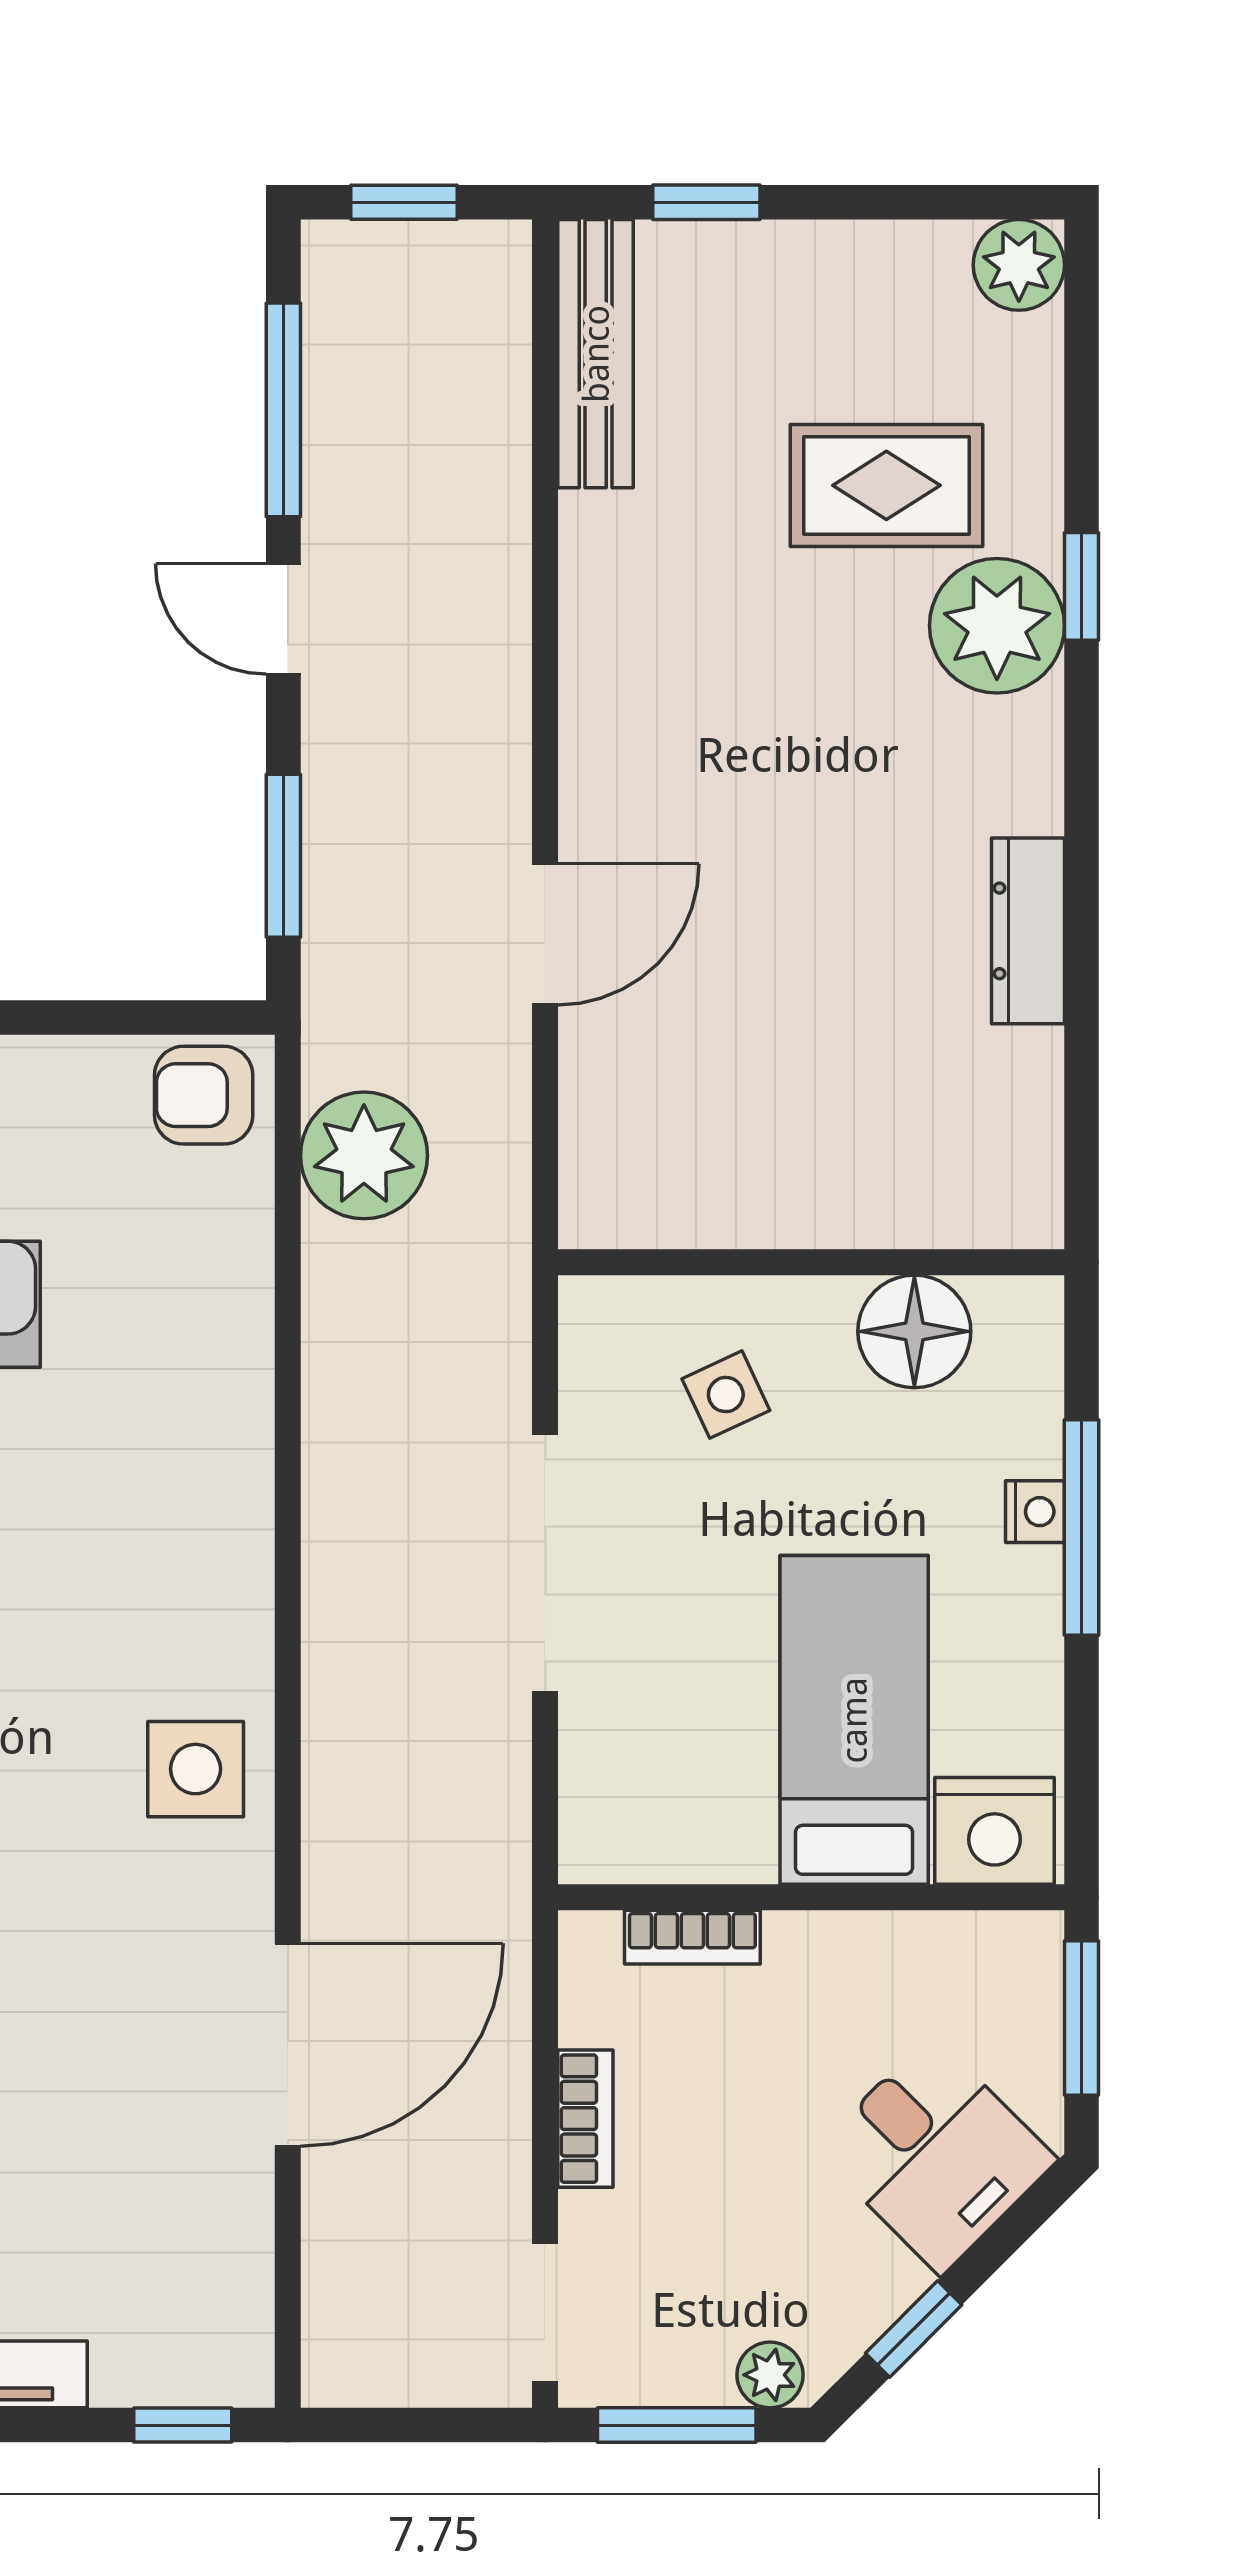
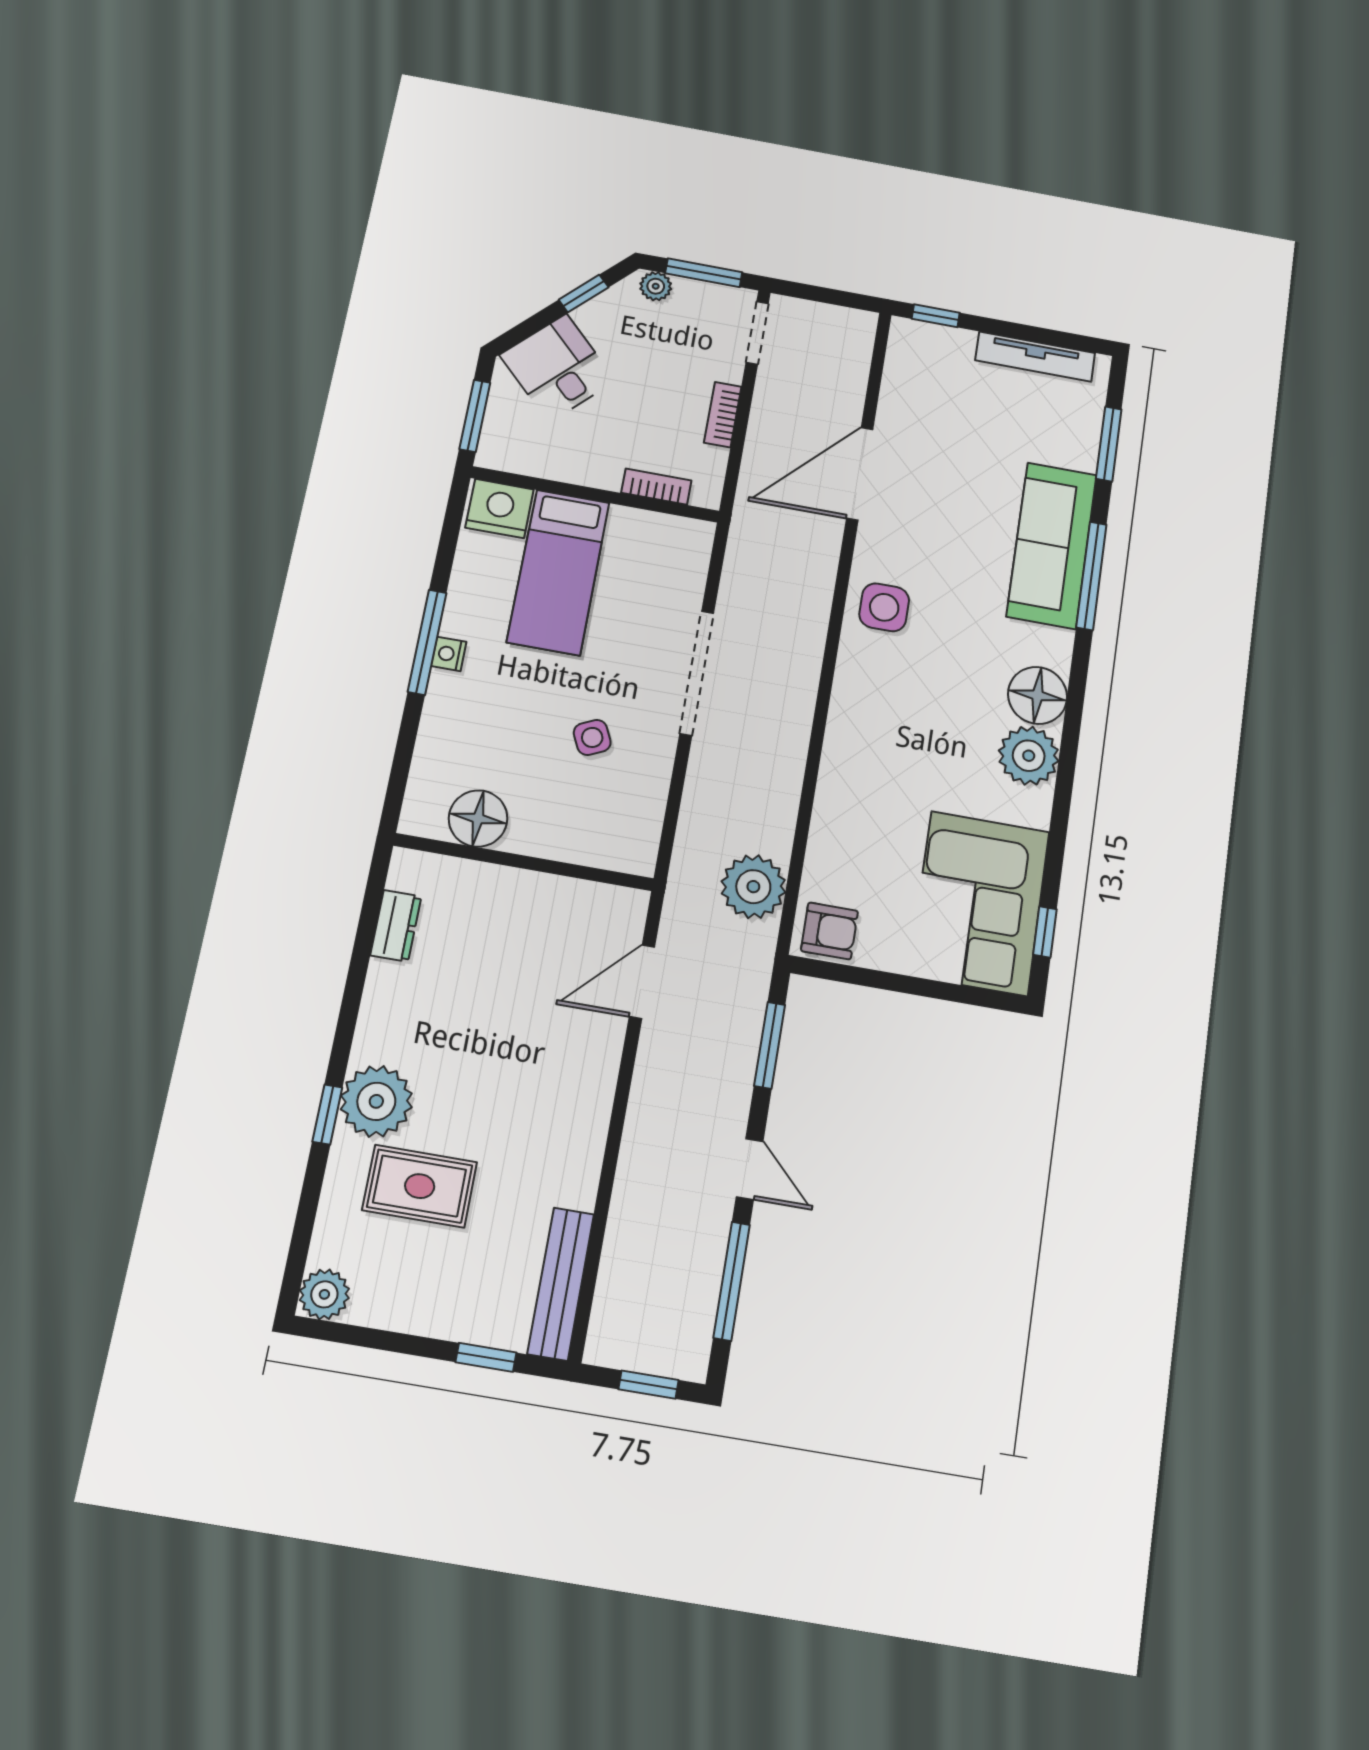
dresser: (1028, 931) -> (396, 926), width x0.70
wall: (811, 1262) -> (524, 862), moved
floor lamp: (914, 1331) -> (478, 818), moved

